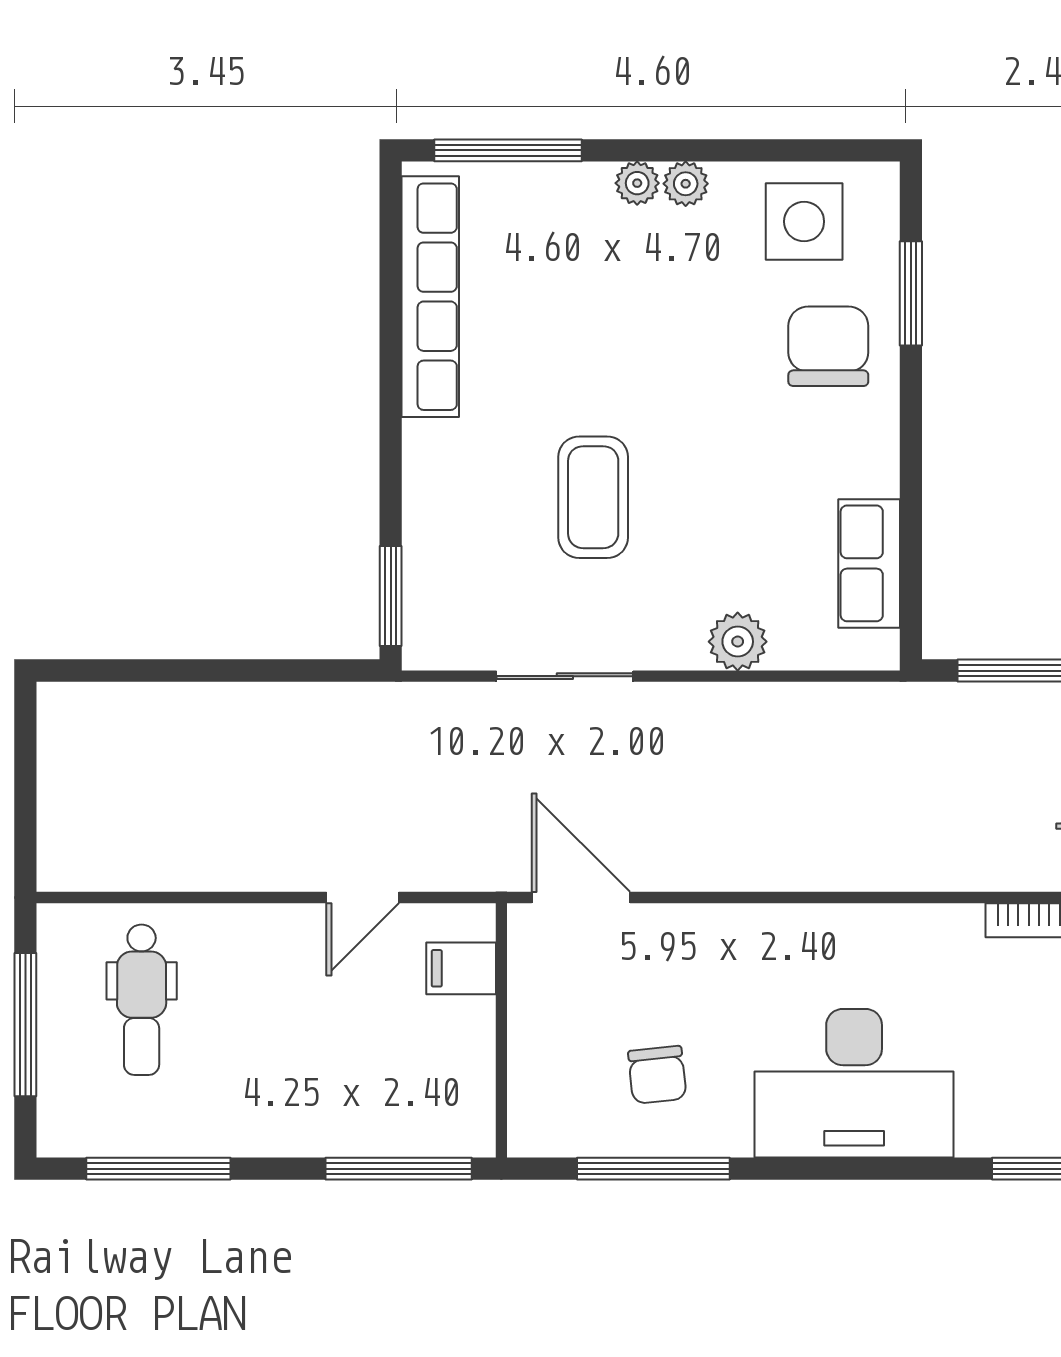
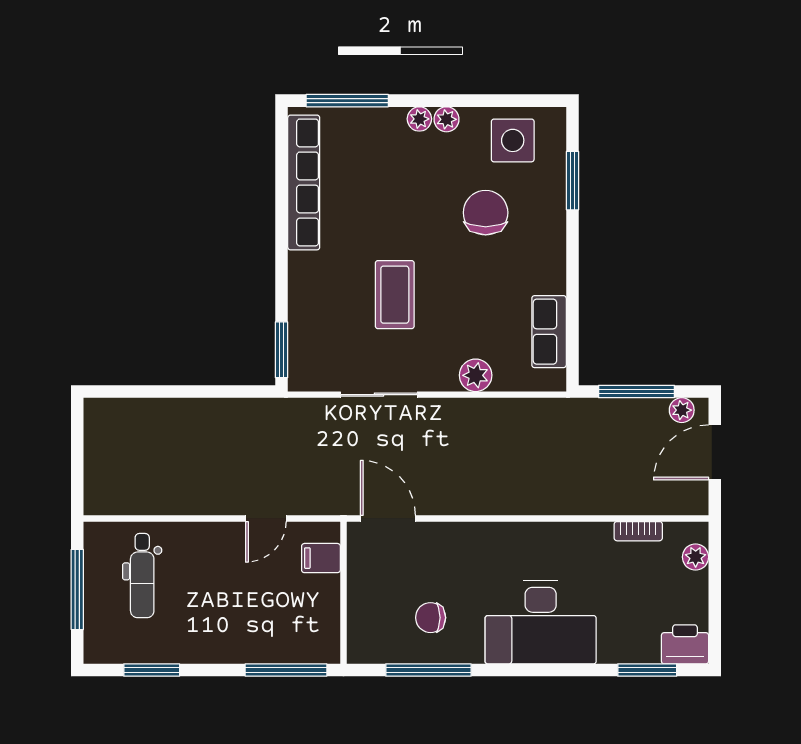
chair: (828, 346) -> (486, 213), moved
chair: (657, 1075) -> (431, 618), turned 96
window: (158, 1169) -> (152, 670), width x0.69

